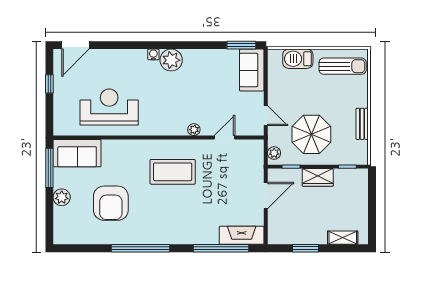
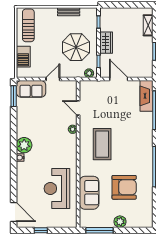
door: (266, 116) -> (53, 79), moved
sofa: (77, 153) -> (89, 193), moved

